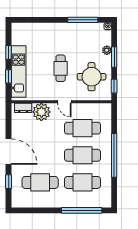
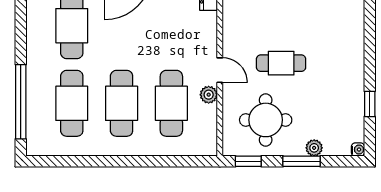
window: (83, 20) -> (370, 104), width x0.46
door: (64, 102) -> (220, 70), swing flipped
plant: (41, 112) -> (209, 95), moved, width x0.53, depth x0.53
window: (114, 155) -> (121, 161), removed

